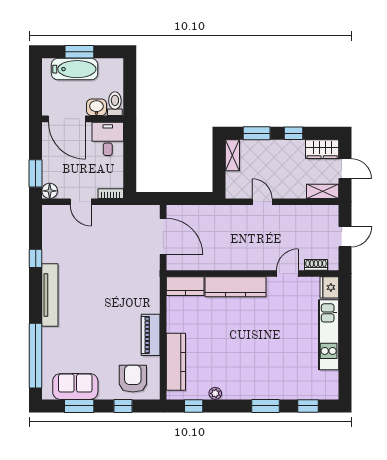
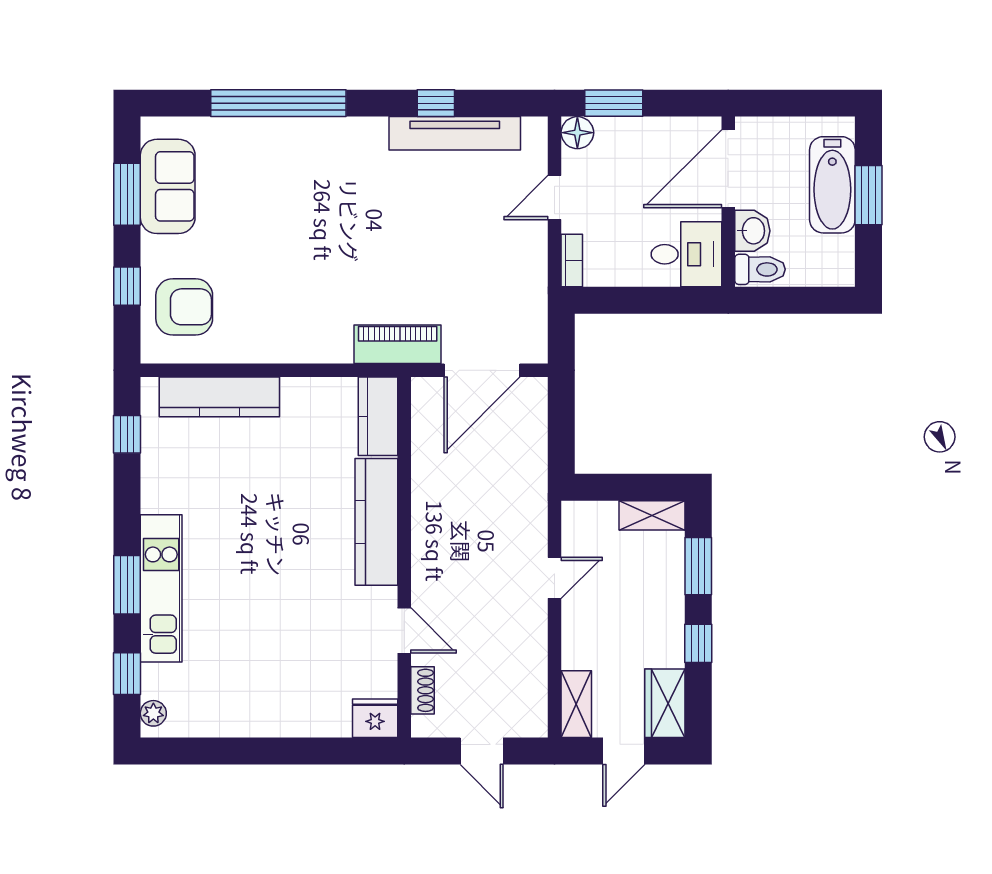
tv unit: (50, 295) -> (455, 133), moved
piano: (151, 335) -> (398, 344), moved
kitchen unit: (329, 335) -> (161, 588), moved, turned 90
window: (36, 356) -> (278, 103), moved
plant: (215, 393) -> (153, 713), moved

